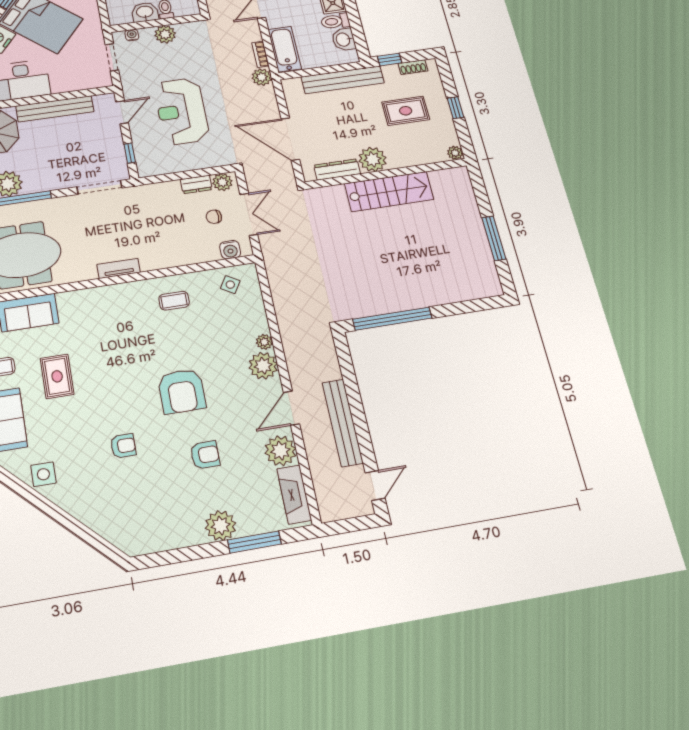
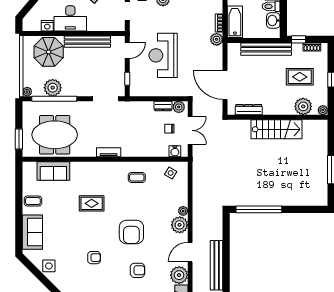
plant: (373, 159) -> (303, 106), moved
rug: (57, 376) -> (92, 203), moved, turned 90

